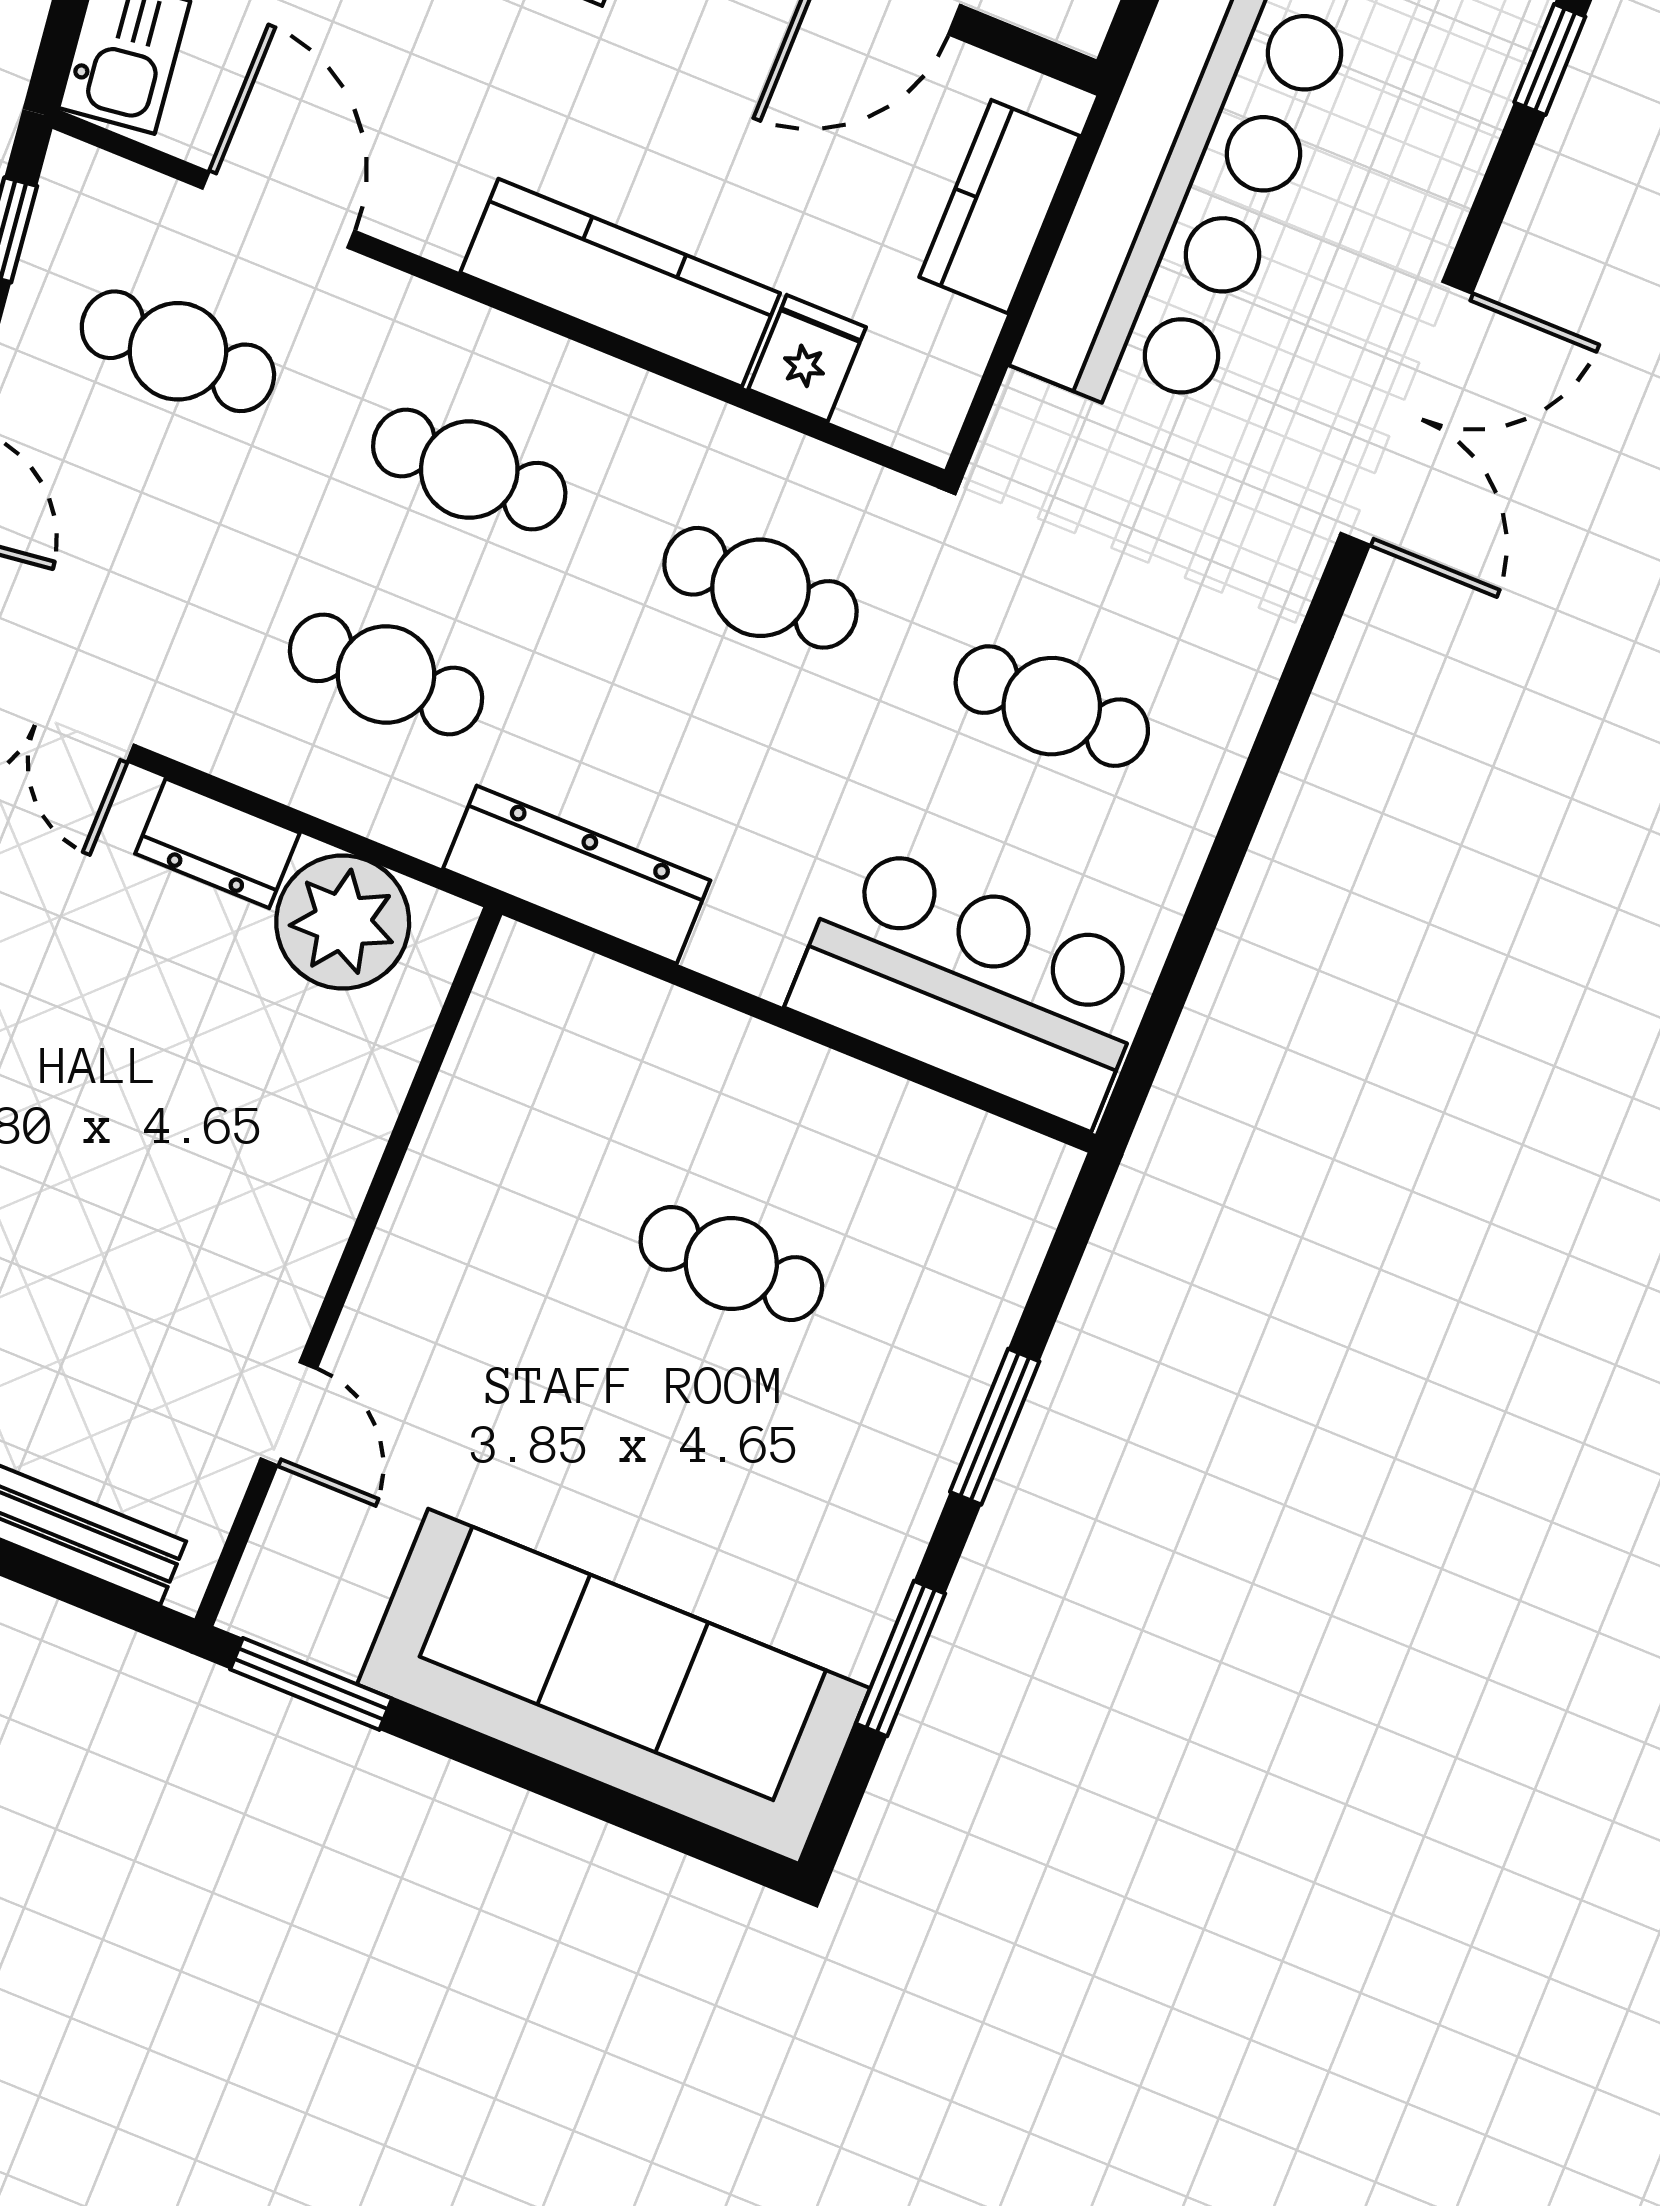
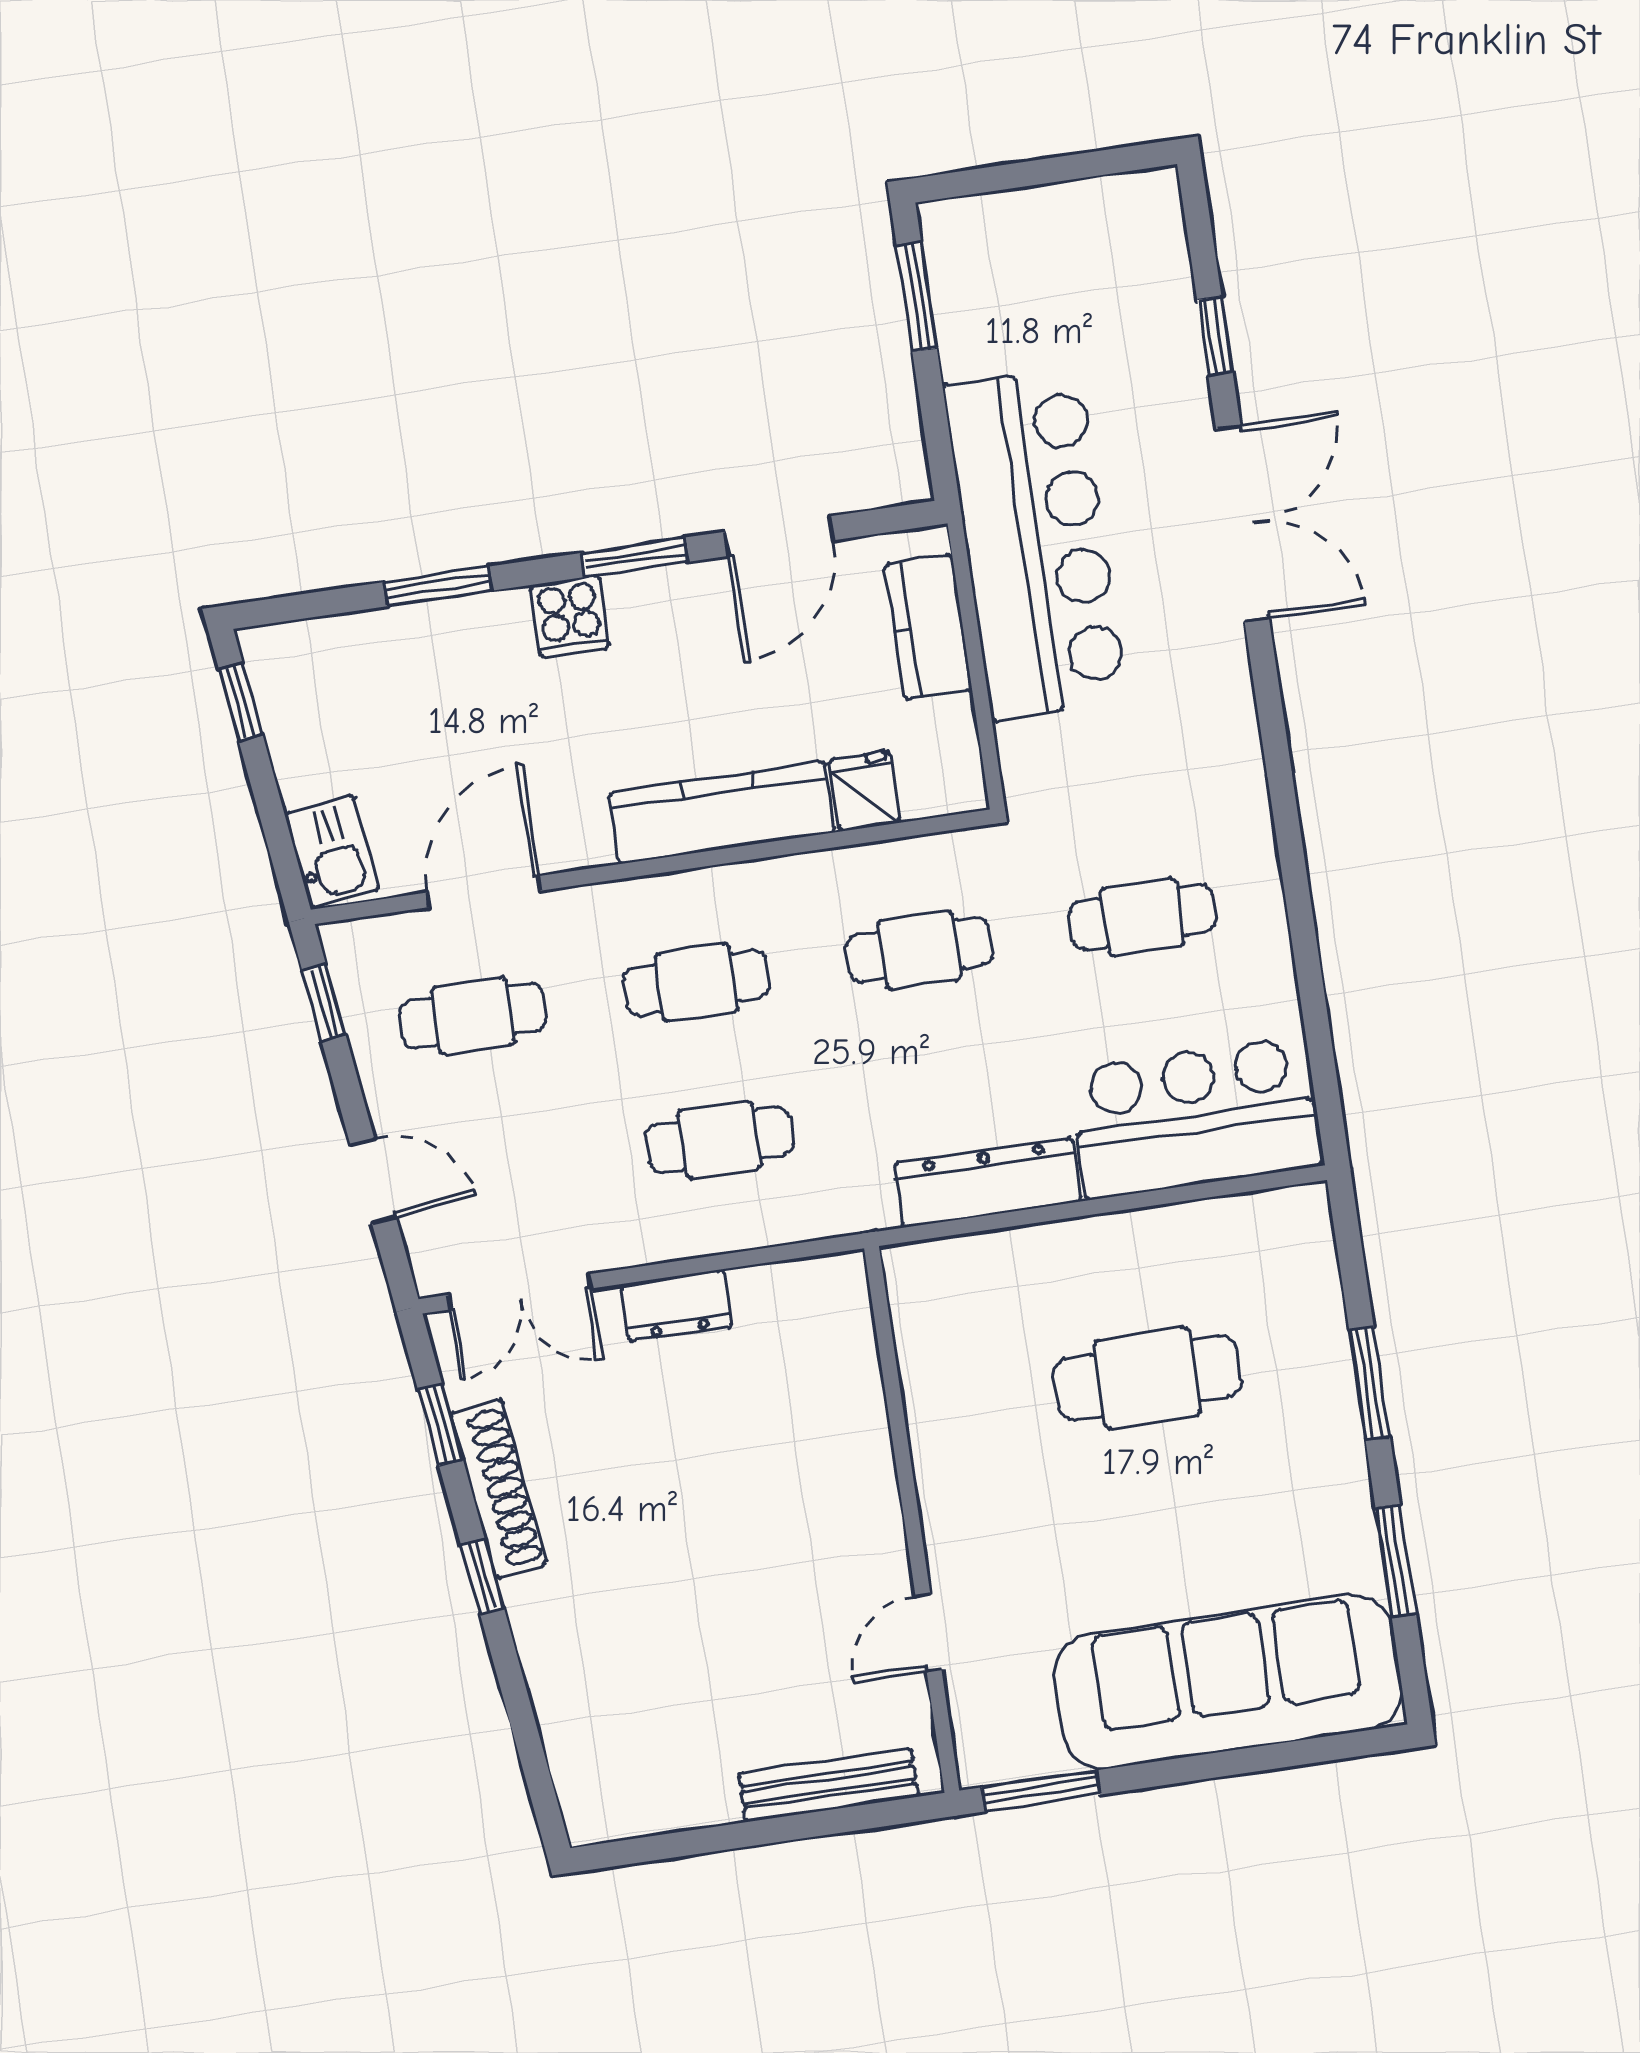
door: (278, 210) -> (484, 892), hinge flipped
double door: (1406, 413) -> (1243, 524), moved
dresser: (577, 875) -> (988, 1183), moved
plant: (343, 922) -> (783, 1308), removed
cafe table: (731, 1264) -> (1147, 1378), width x1.37, depth x1.35
door: (289, 1414) -> (928, 1632), swing flipped

